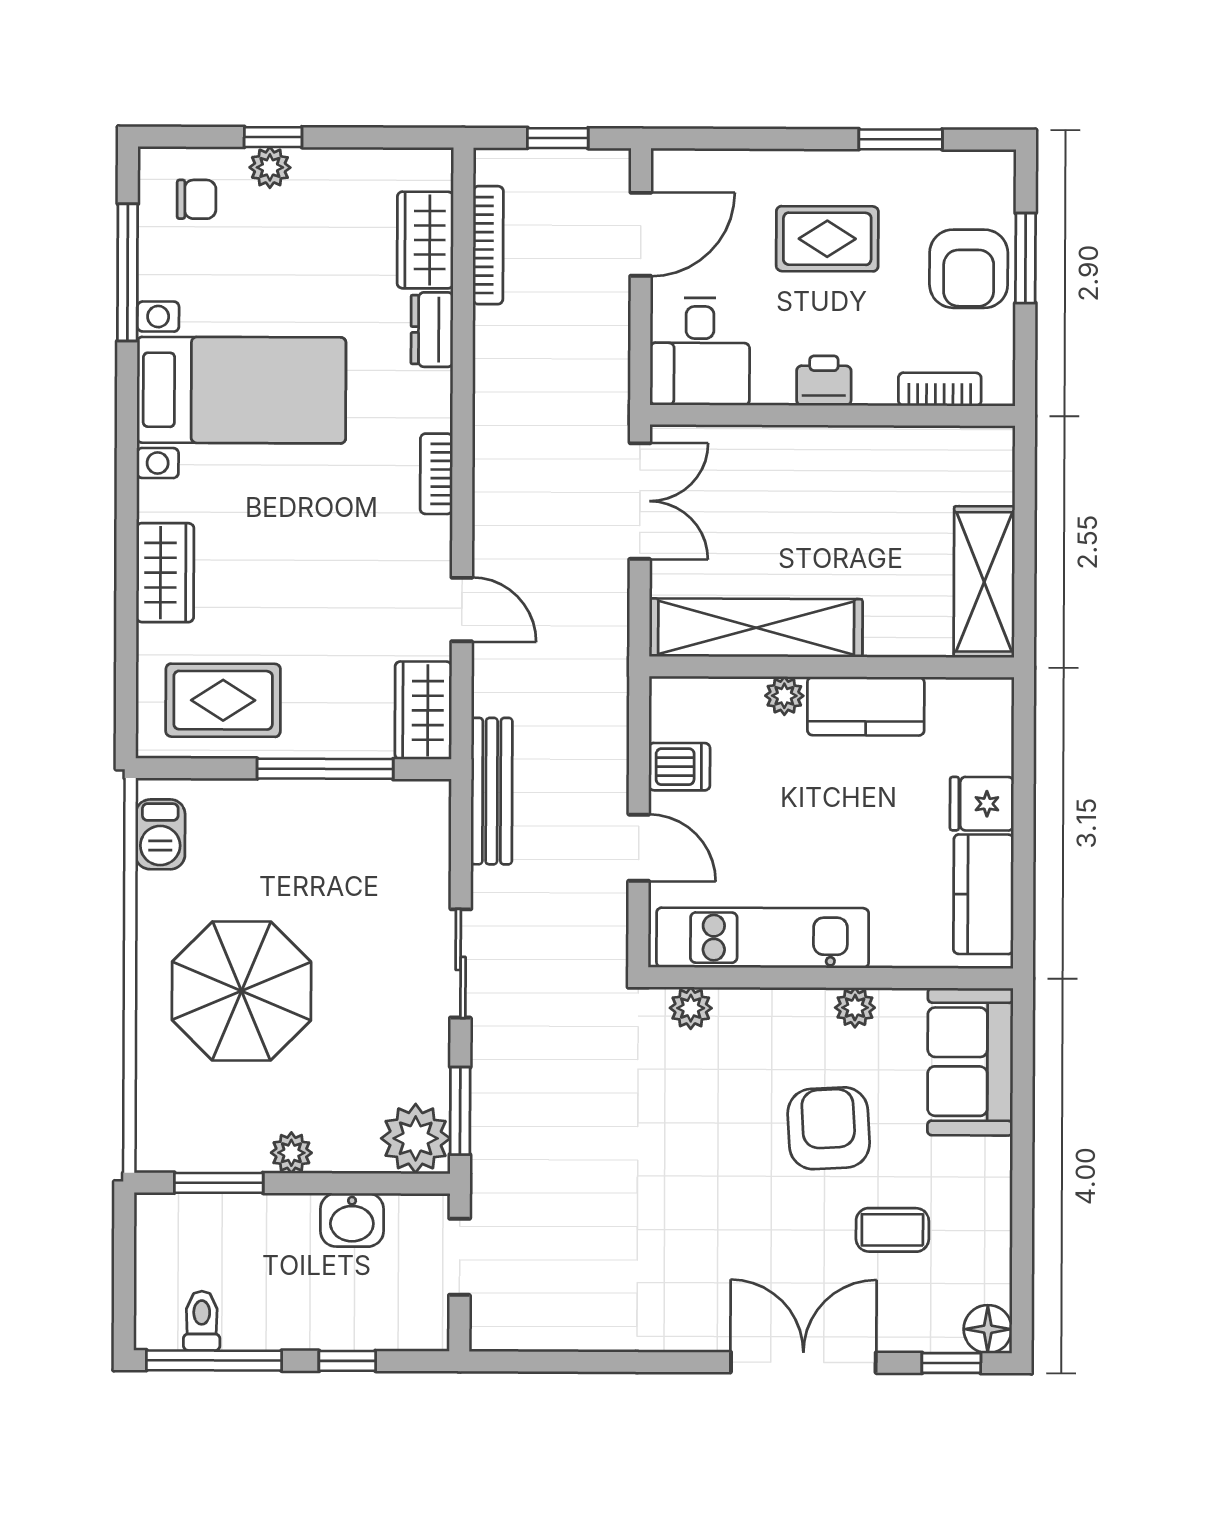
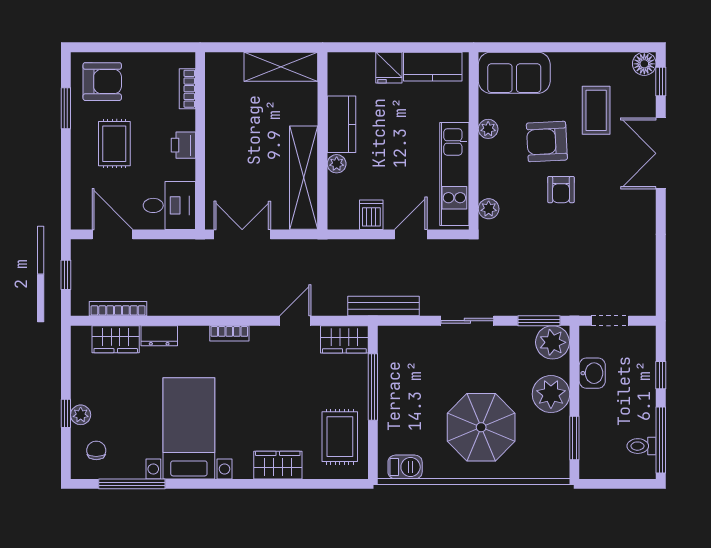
window: (1026, 258) -> (123, 47), removed
armchair: (969, 269) -> (102, 82), moved
plant: (291, 1153) -> (551, 394), width x1.88, depth x1.88
armchair: (730, 1157) -> (561, 190), added
coffee table: (892, 1230) -> (596, 110), width x1.36, depth x1.30

